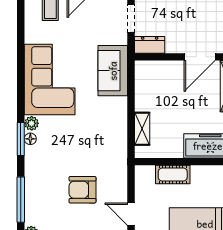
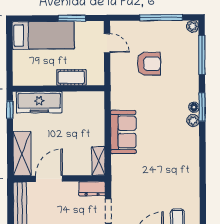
sofa: (113, 71) -> (123, 132), moved
corner sofa: (50, 79) -> (178, 158), removed
shelving: (142, 129) -> (98, 161), moved

